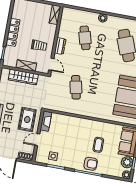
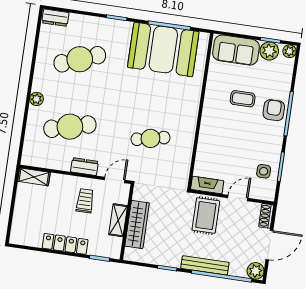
cafe table: (85, 38) -> (70, 127), width x1.37, depth x1.35
rug: (27, 120) -> (206, 216), turned 90
door: (37, 140) -> (238, 198), swing flipped

